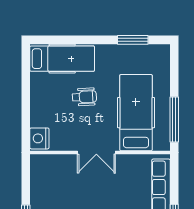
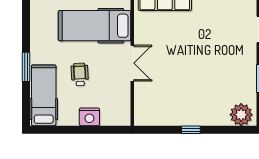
window: (133, 40) -> (26, 67), moved
nightstand: (39, 138) -> (89, 117), moved

